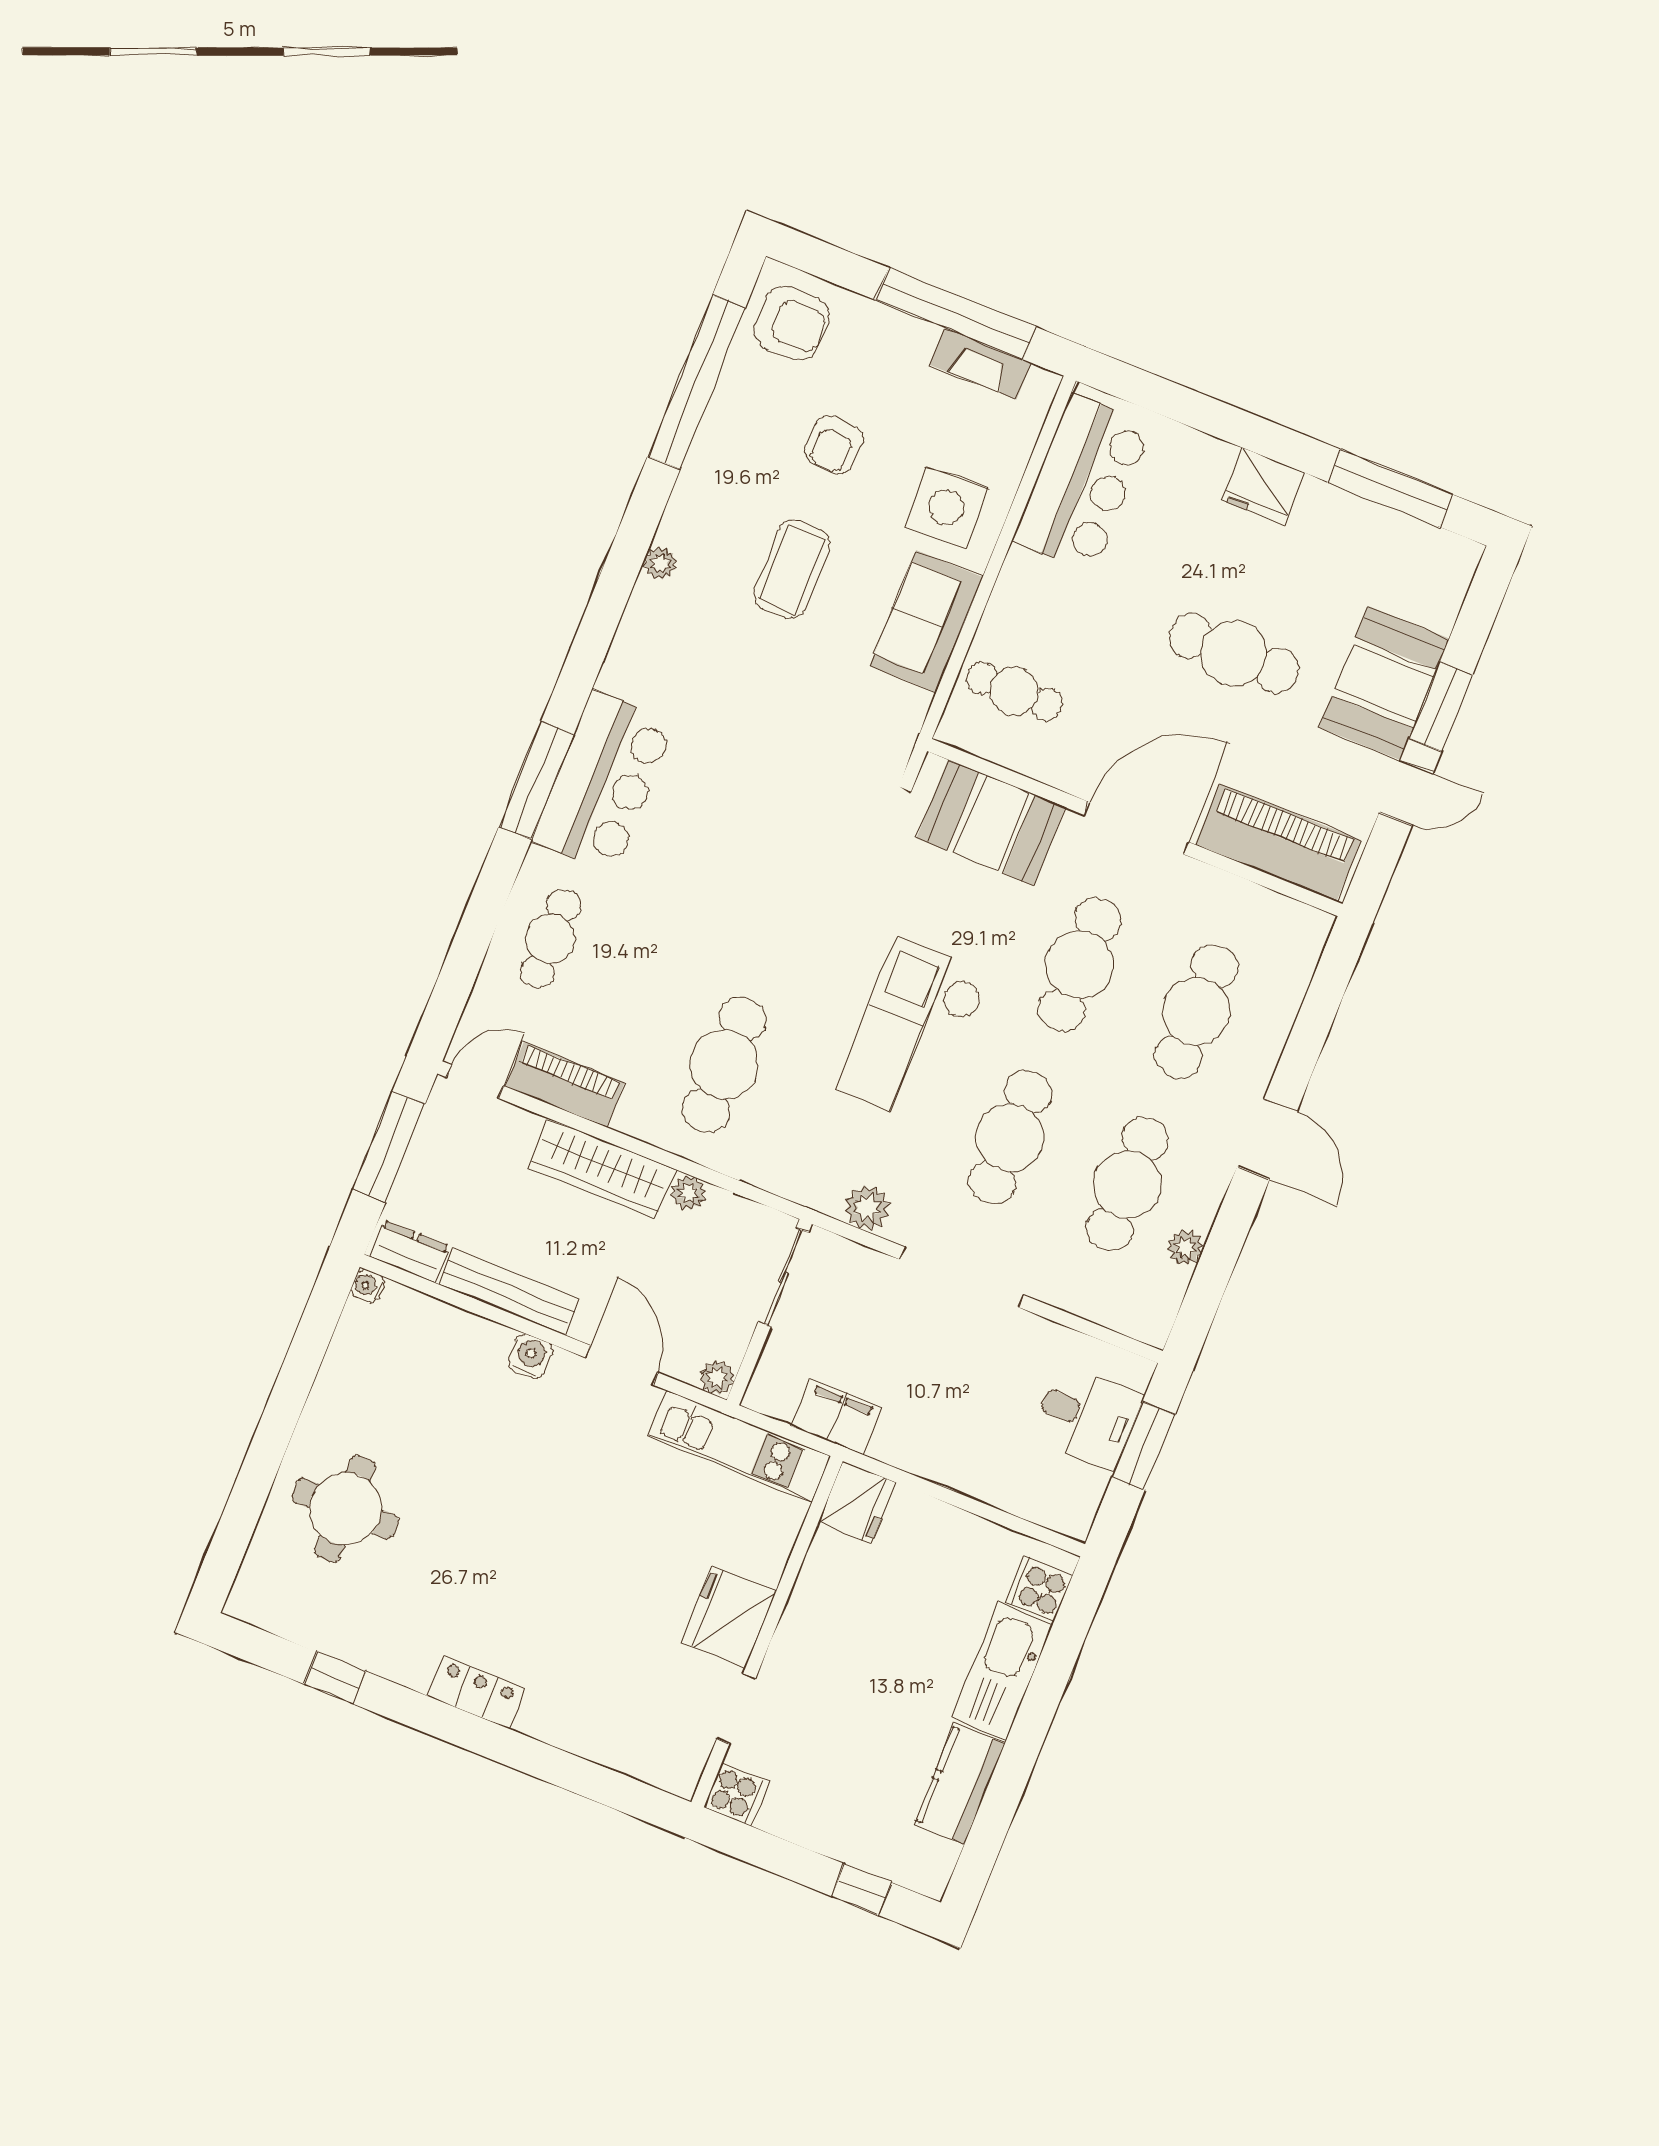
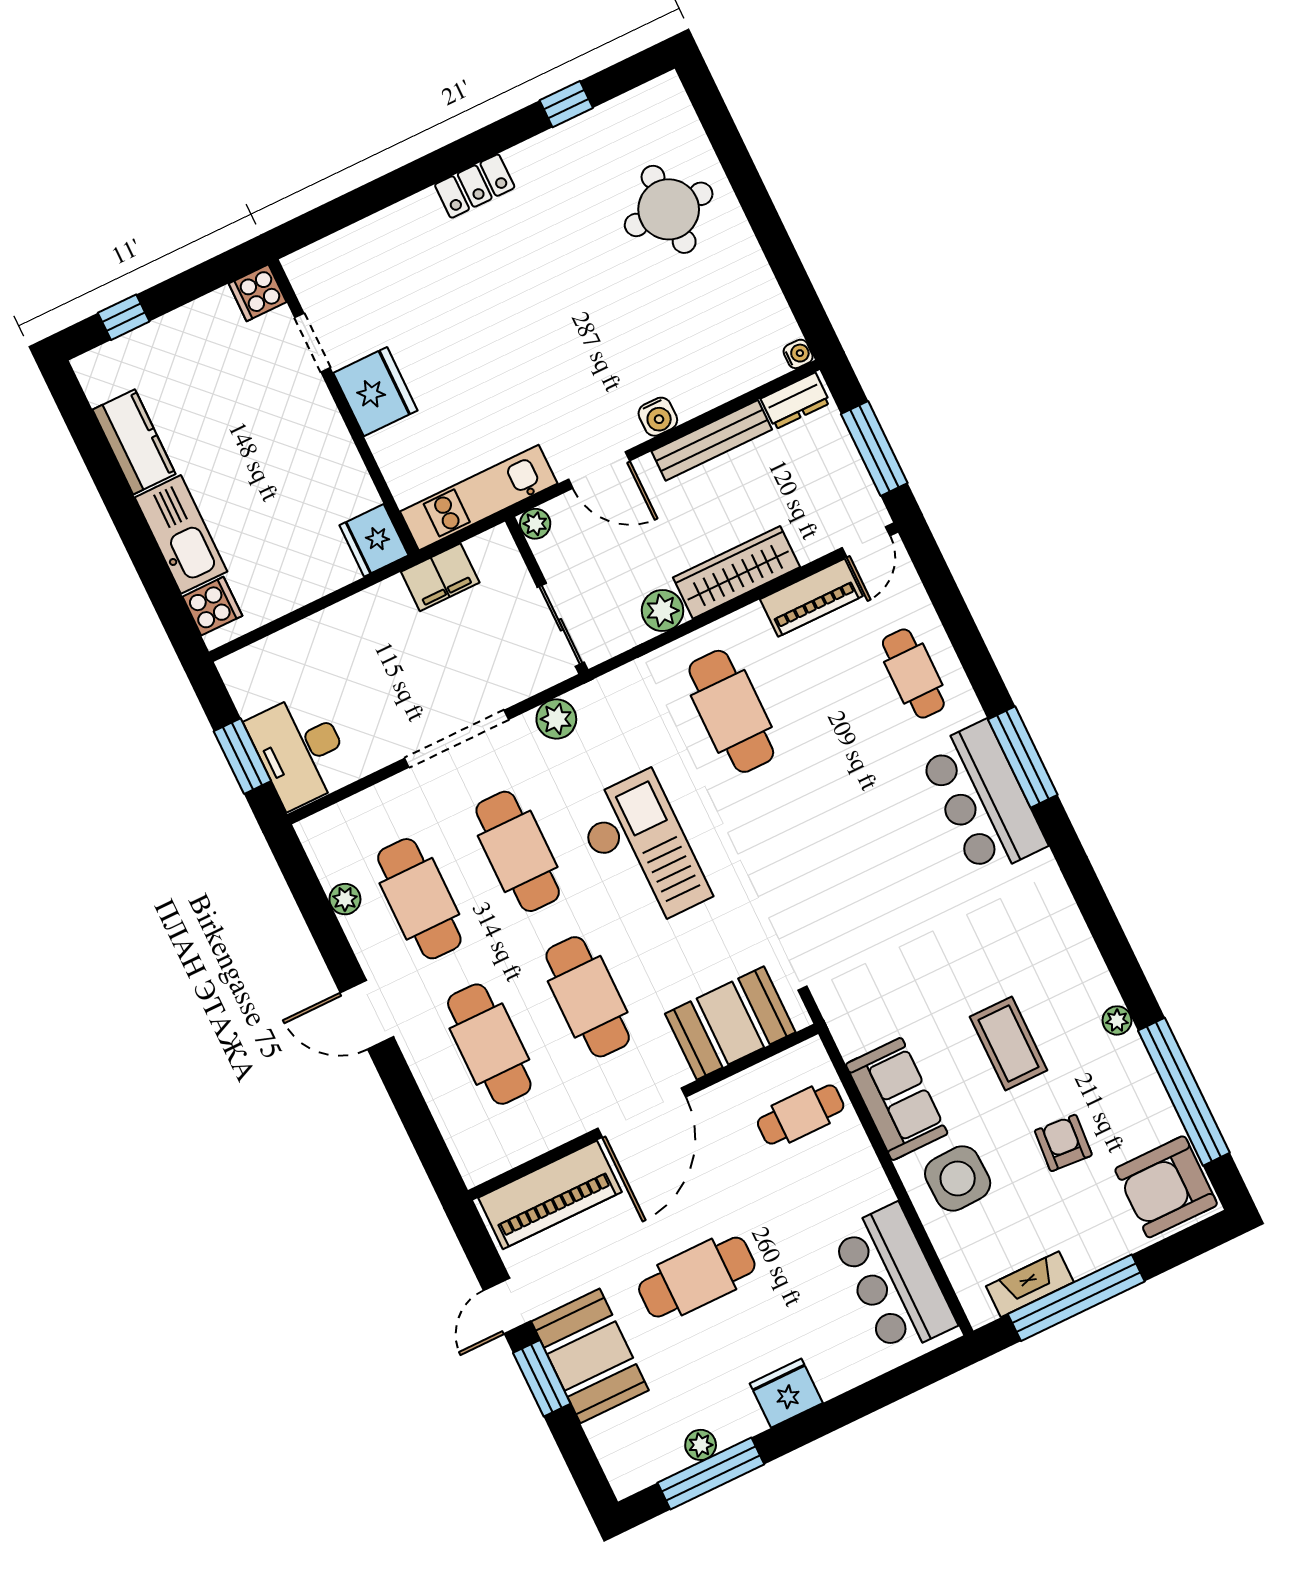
armchair: (791, 323) -> (1166, 1187), width x1.36, depth x1.36
plant: (1374, 519) -> (701, 1445), added
plant: (660, 563) -> (1117, 1020), moved
plant: (688, 1193) -> (663, 611), width x1.38, depth x1.38
desk: (1087, 1416) -> (300, 750), width x1.37

